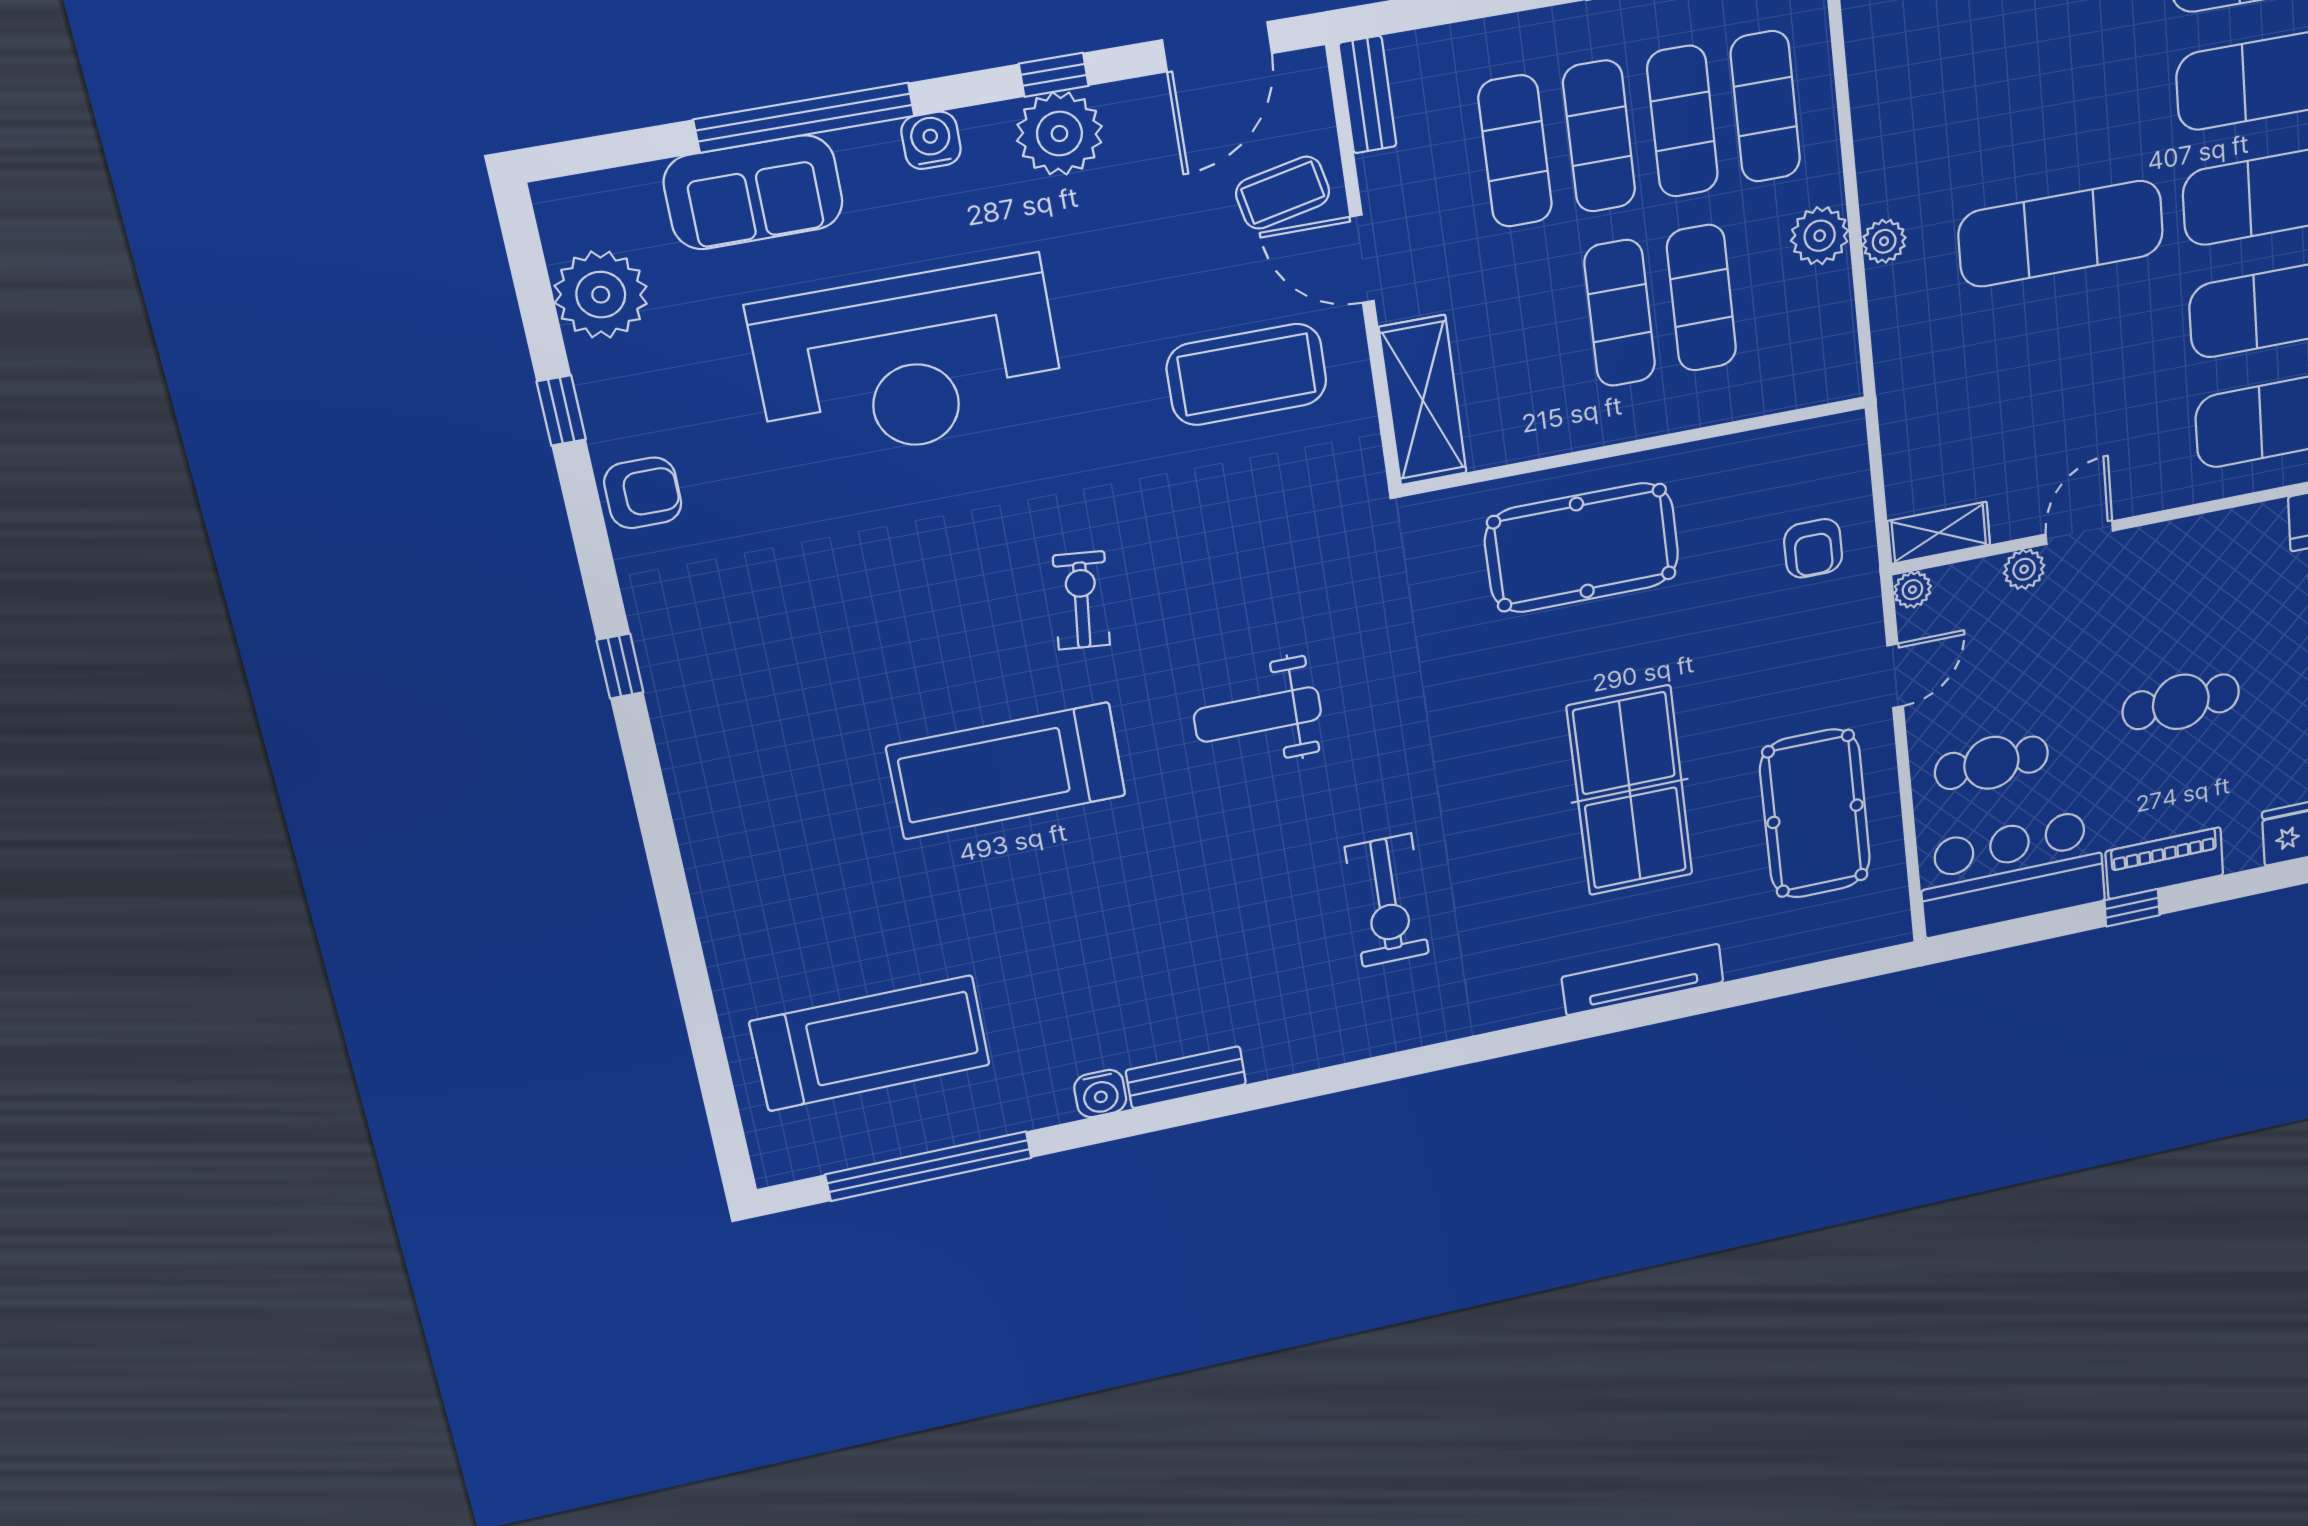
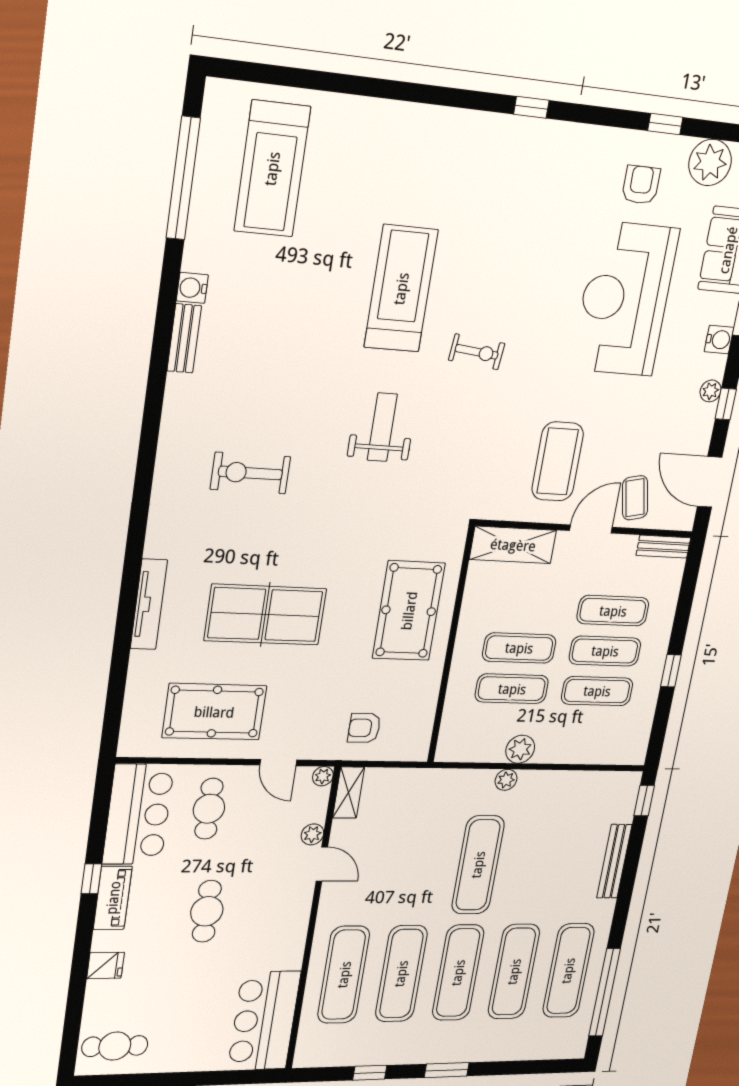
exercise mat: (1765, 107) -> (589, 731), removed
plant: (1059, 134) -> (711, 391), width x0.53, depth x0.53
armchair: (643, 493) -> (641, 185), moved, turned 180

